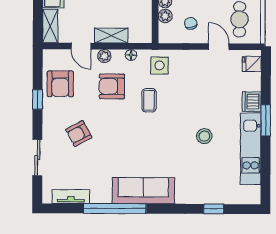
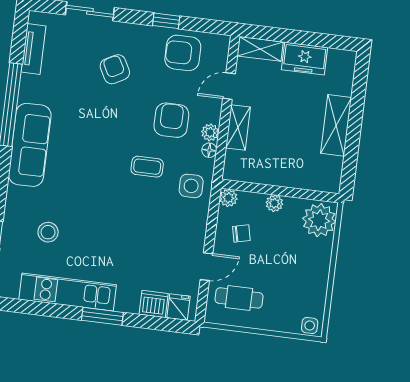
plant: (165, 16) -> (228, 198), moved
plant: (104, 56) -> (210, 132), moved
dishwasher: (252, 102) -> (154, 304), moved
stool: (204, 136) -> (48, 232), moved

